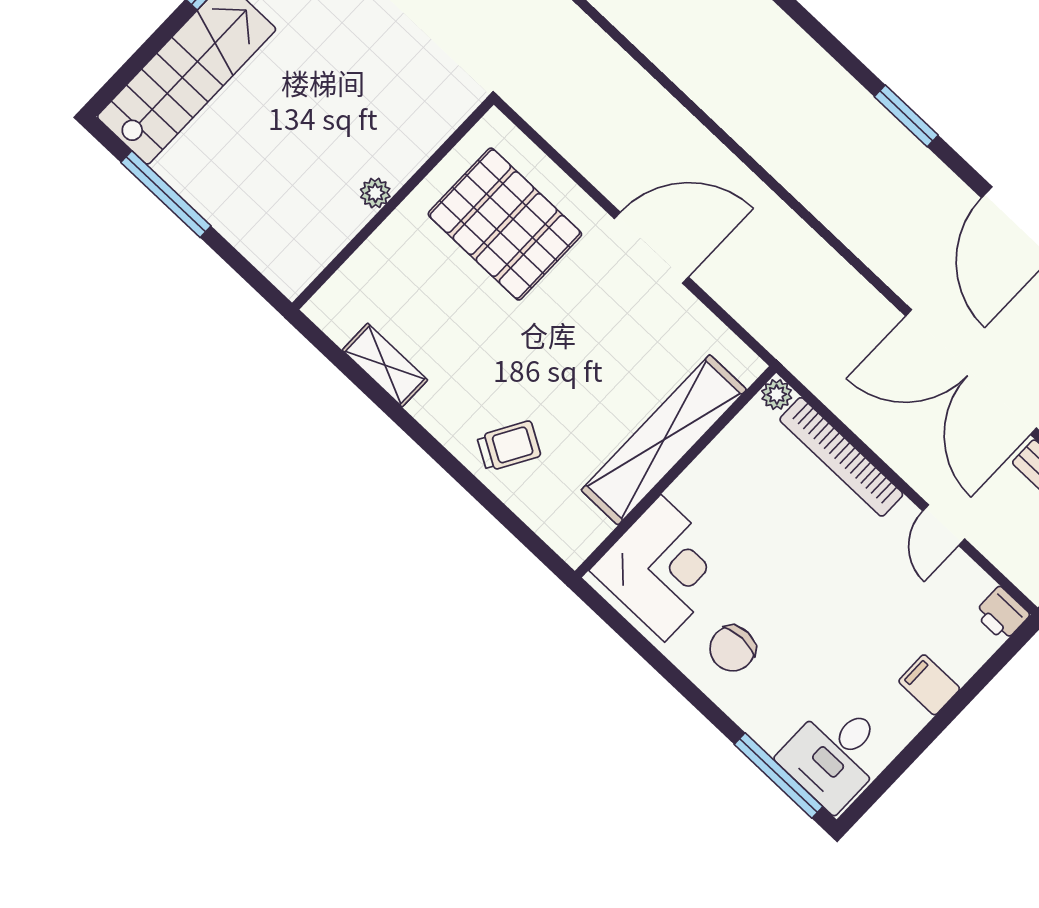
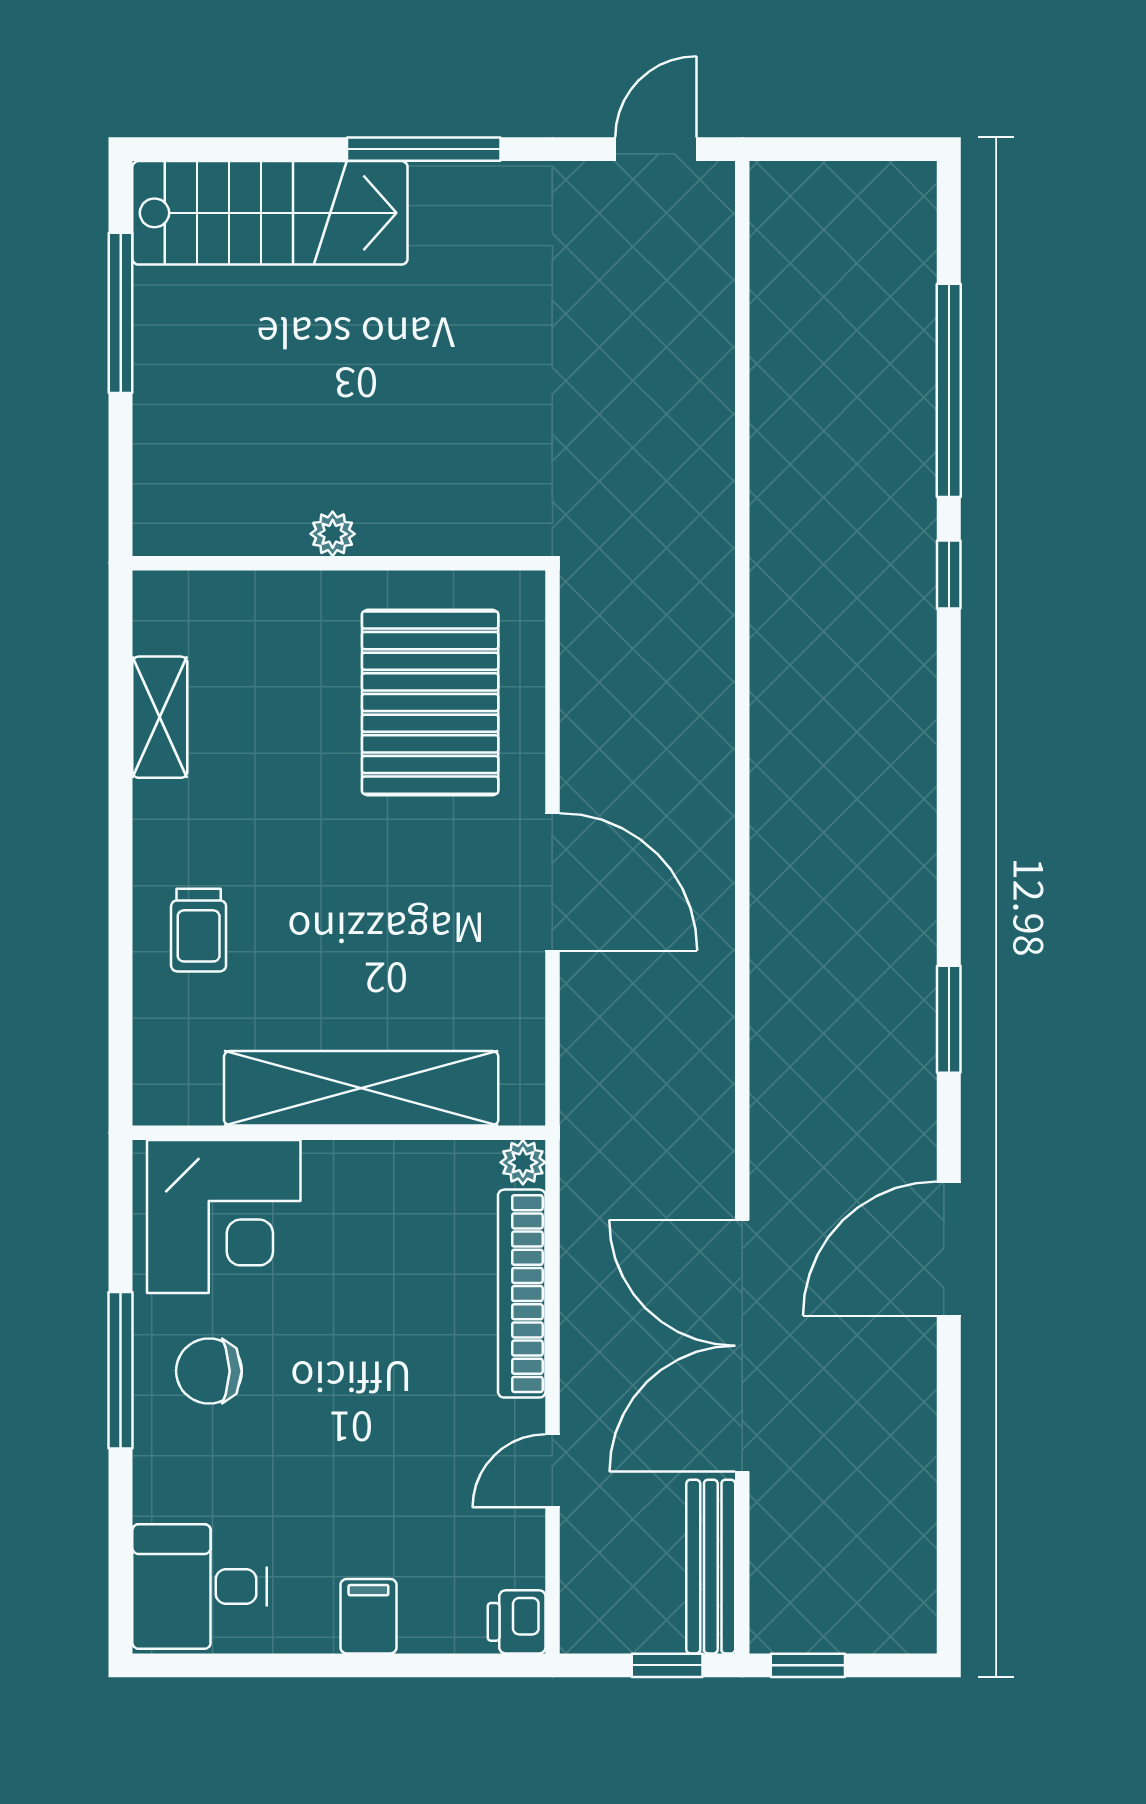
trolley: (509, 446) -> (199, 930), turned 60
window: (779, 776) -> (121, 1370), moved

